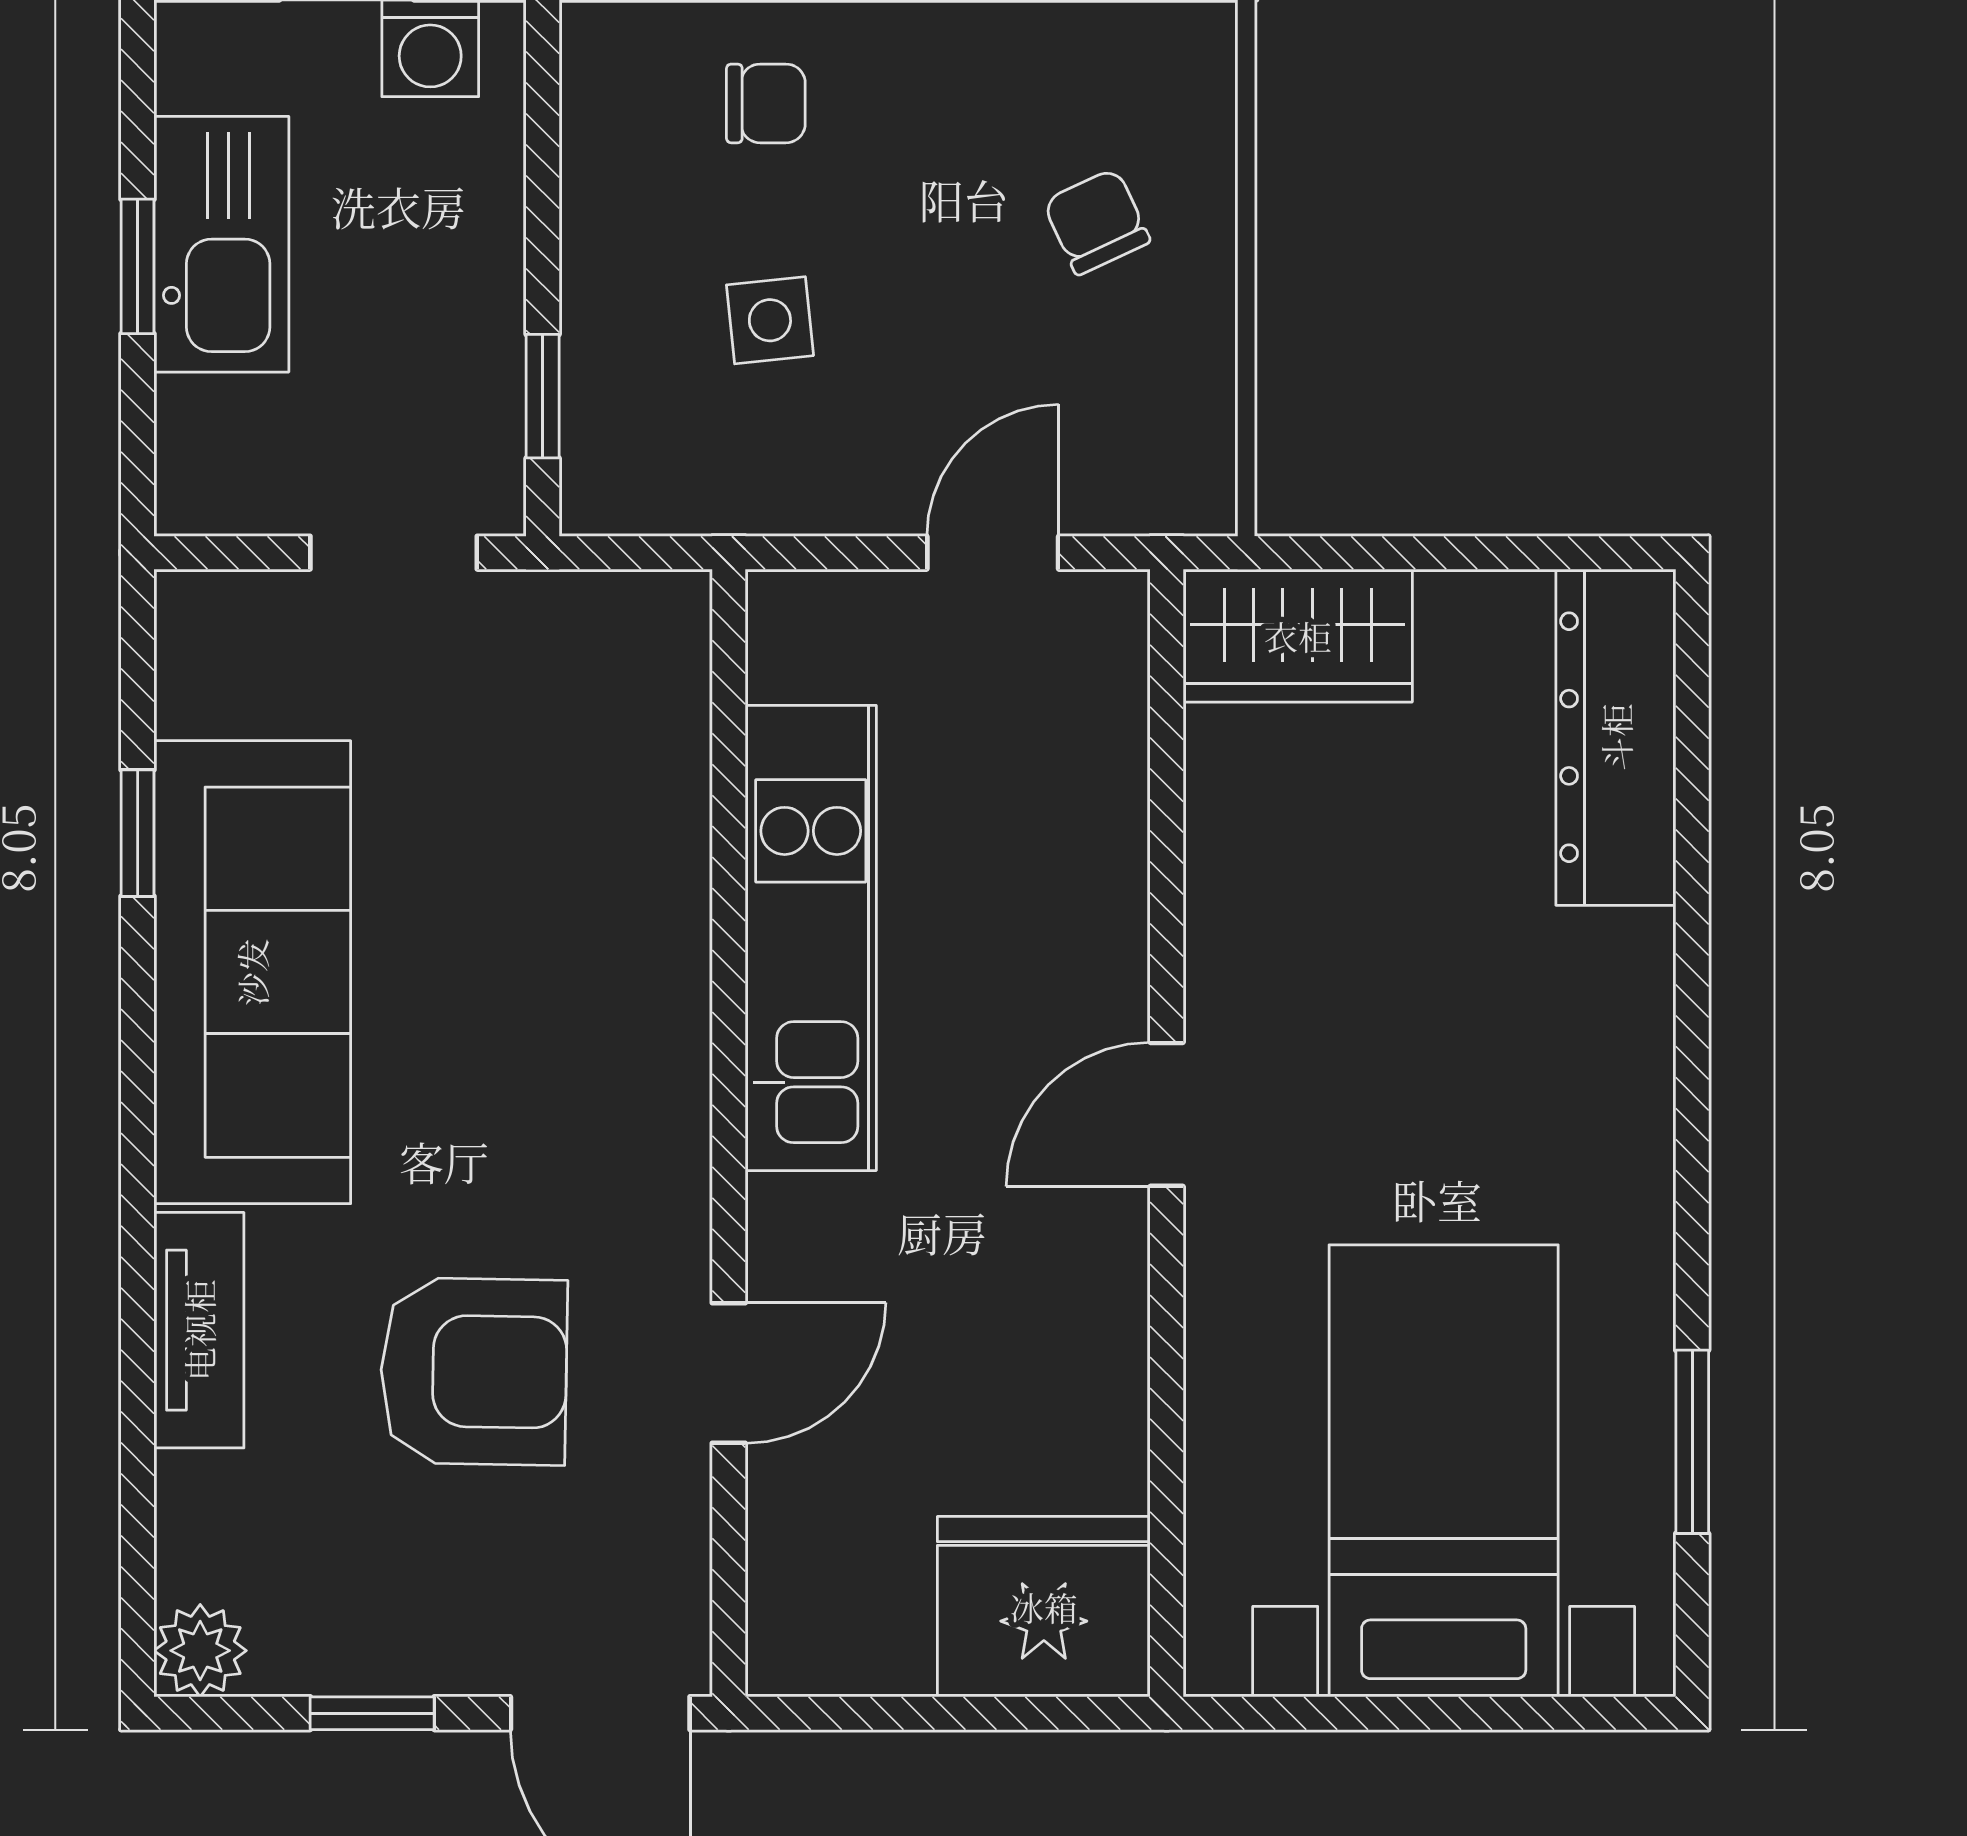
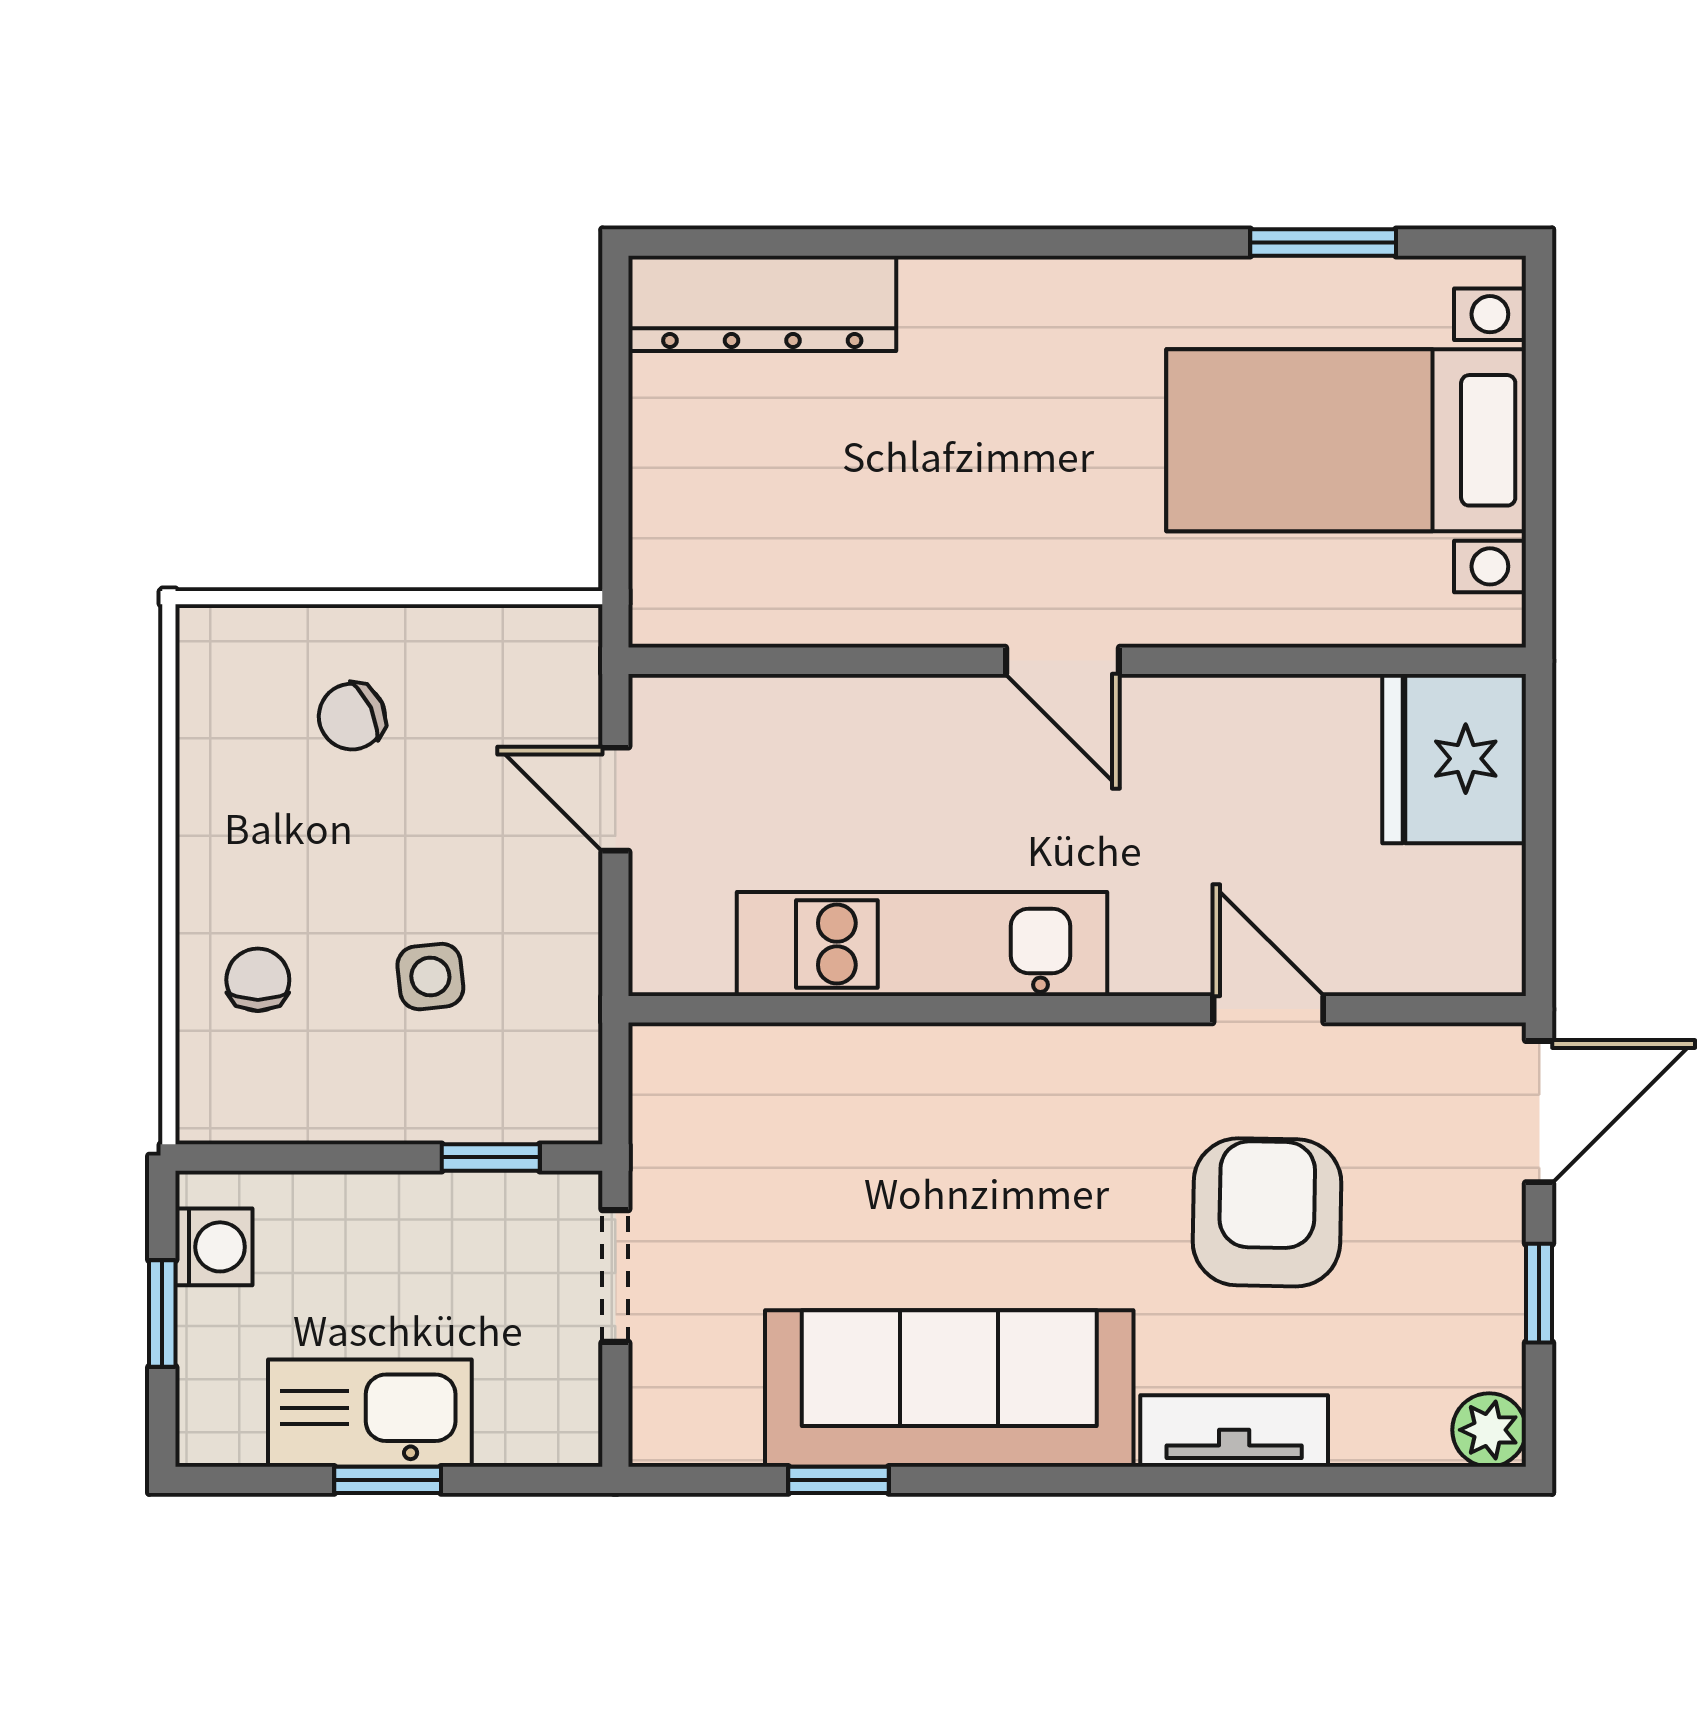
wardrobe: (1298, 636) -> (681, 556), removed

